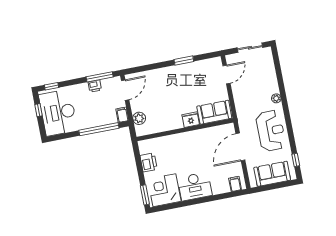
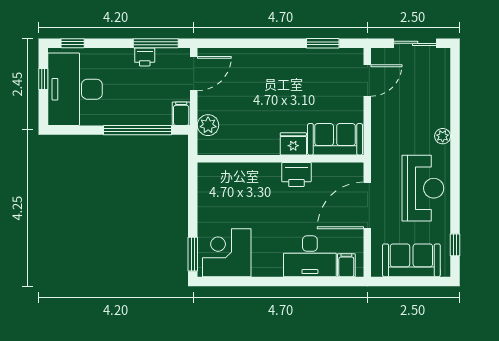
window: (184, 60) -> (323, 43), moved
printer: (149, 162) -> (296, 175), moved, turned 90
desk: (195, 186) -> (310, 256), moved

